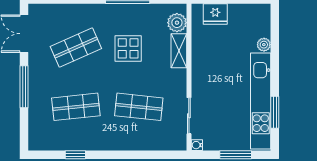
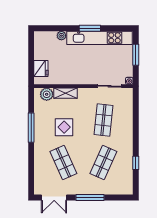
shop shelf: (76, 107) -> (103, 163), turned 30
window: (275, 112) -> (90, 28), moved

